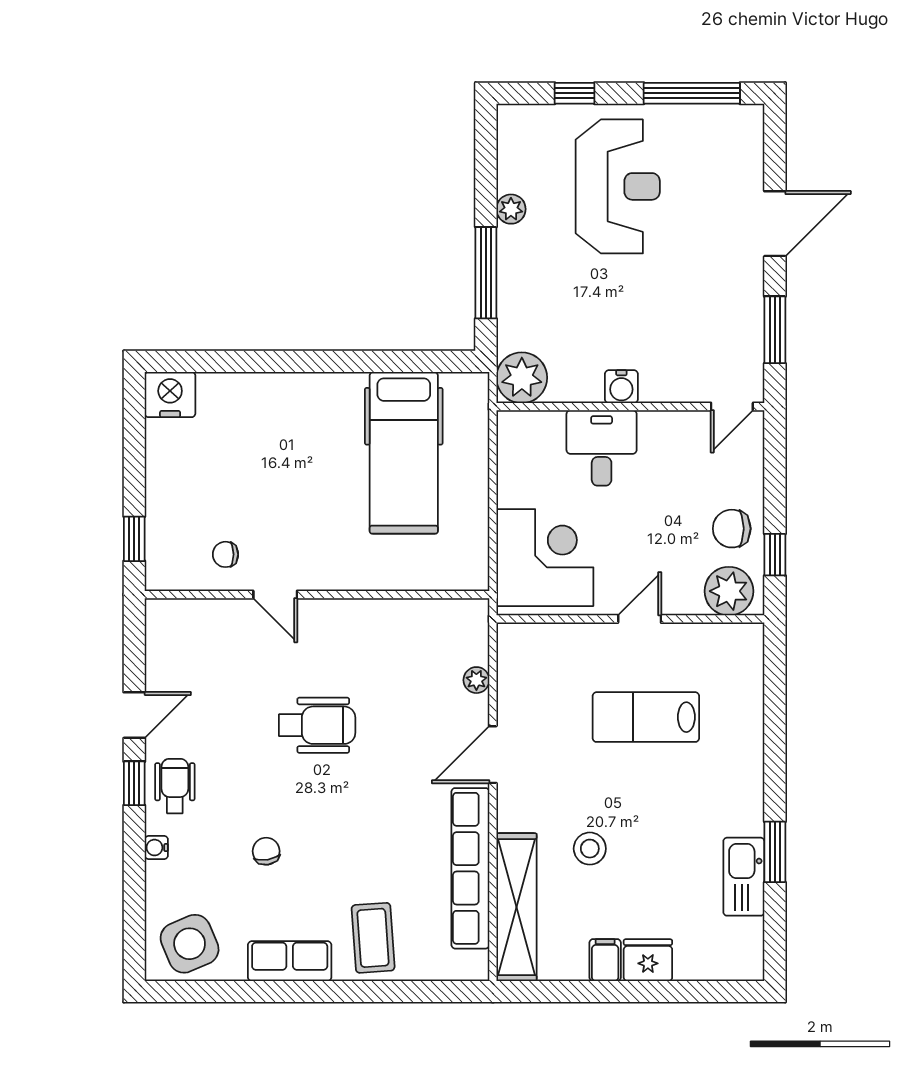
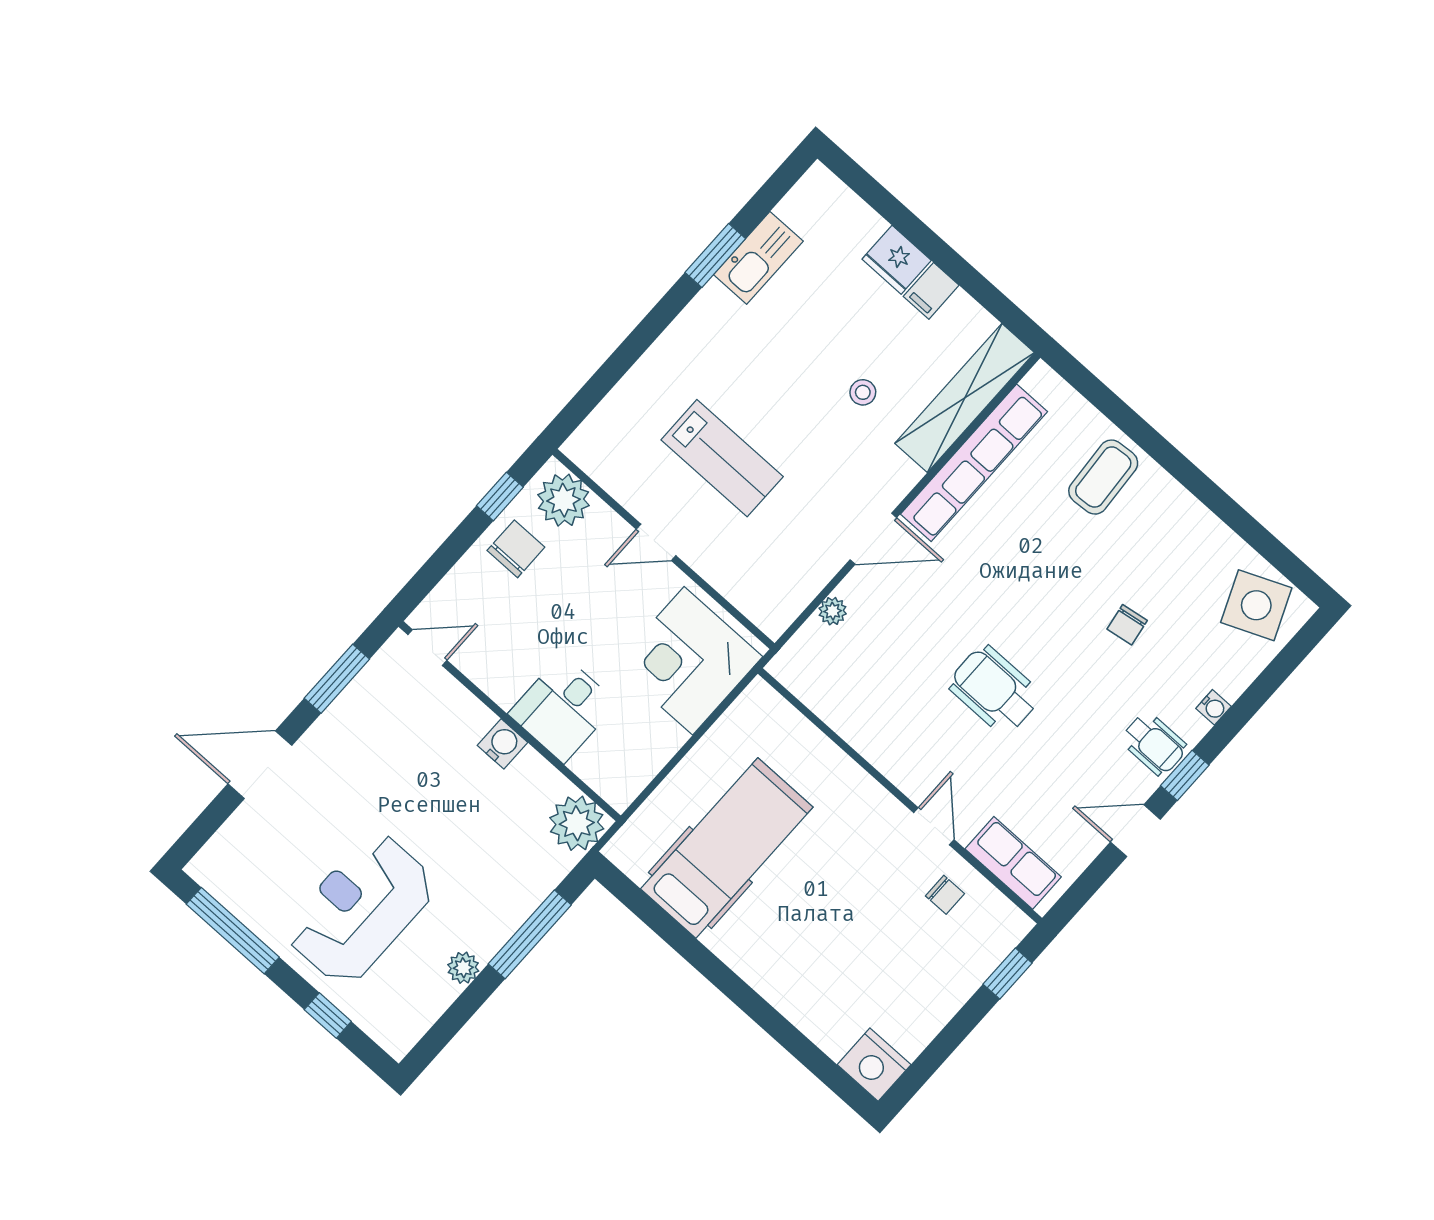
chair: (732, 529) -> (516, 549), turned -90
wheelchair: (175, 786) -> (1154, 744), turned -90
stool: (590, 849) -> (863, 392), width x0.73, depth x0.73
row of seats: (290, 961) -> (1013, 863), moved, turned 180

